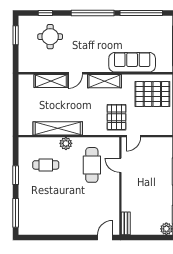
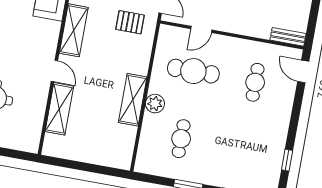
pallet: (117, 117) -> (130, 22), width x0.67, depth x0.71
shelving: (58, 128) -> (133, 100), width x0.68
cafe table: (92, 207) -> (255, 82), added
window: (44, 238) -> (287, 160), added

